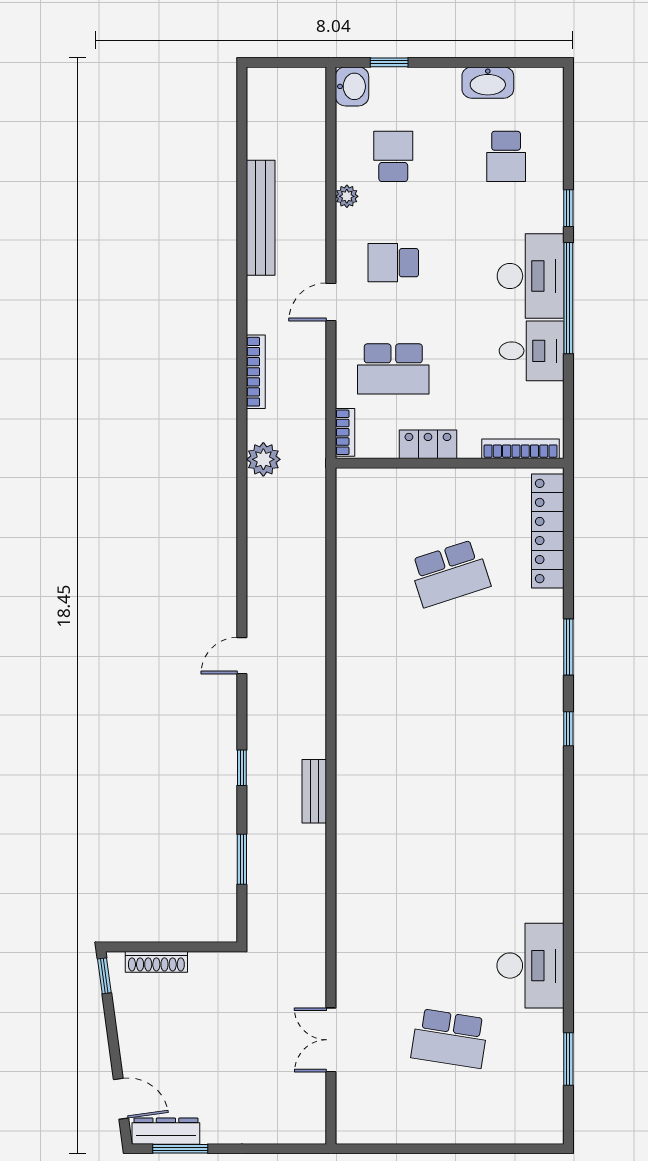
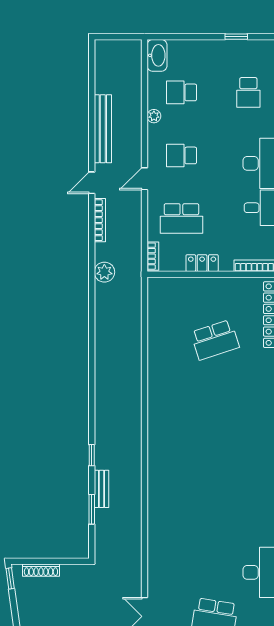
window: (389, 62) -> (236, 37), moved
washbasin: (488, 83) -> (238, 49), removed
washbasin: (352, 86) -> (157, 55), width x1.38
school desk: (393, 156) -> (181, 92), turned -90
door: (242, 656) -> (92, 183), moved
bench: (314, 791) -> (102, 489), moved

